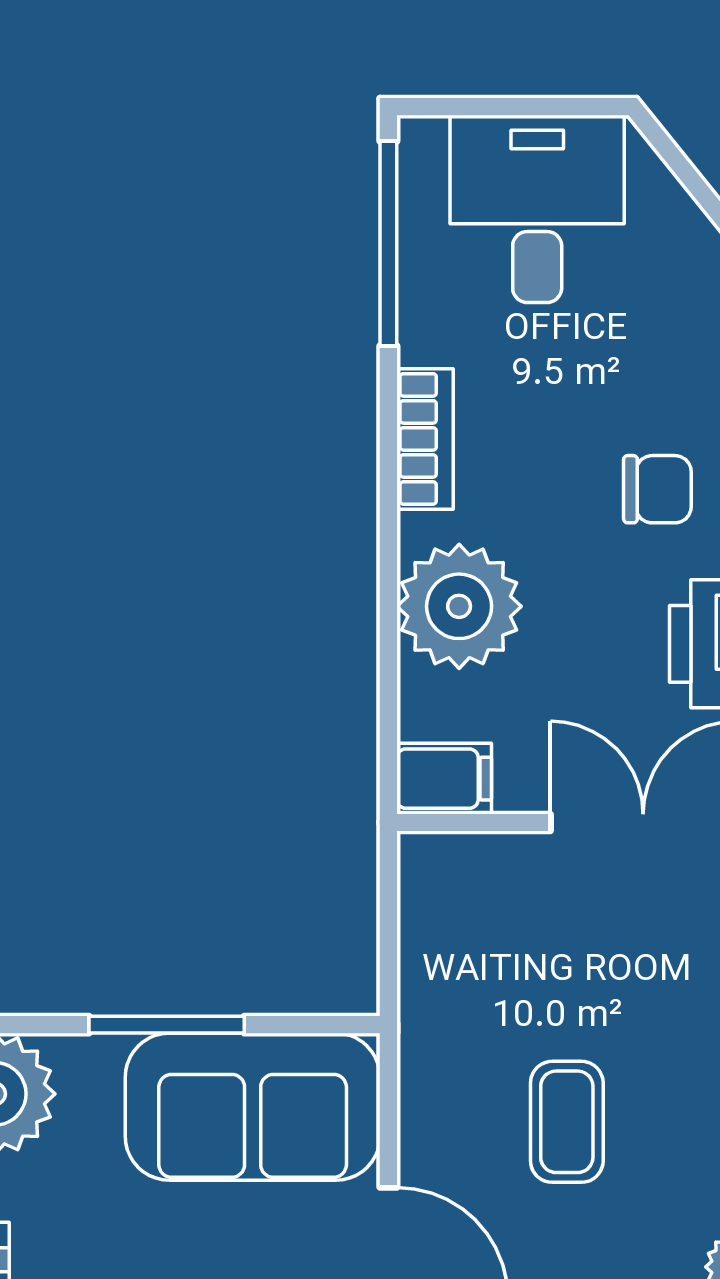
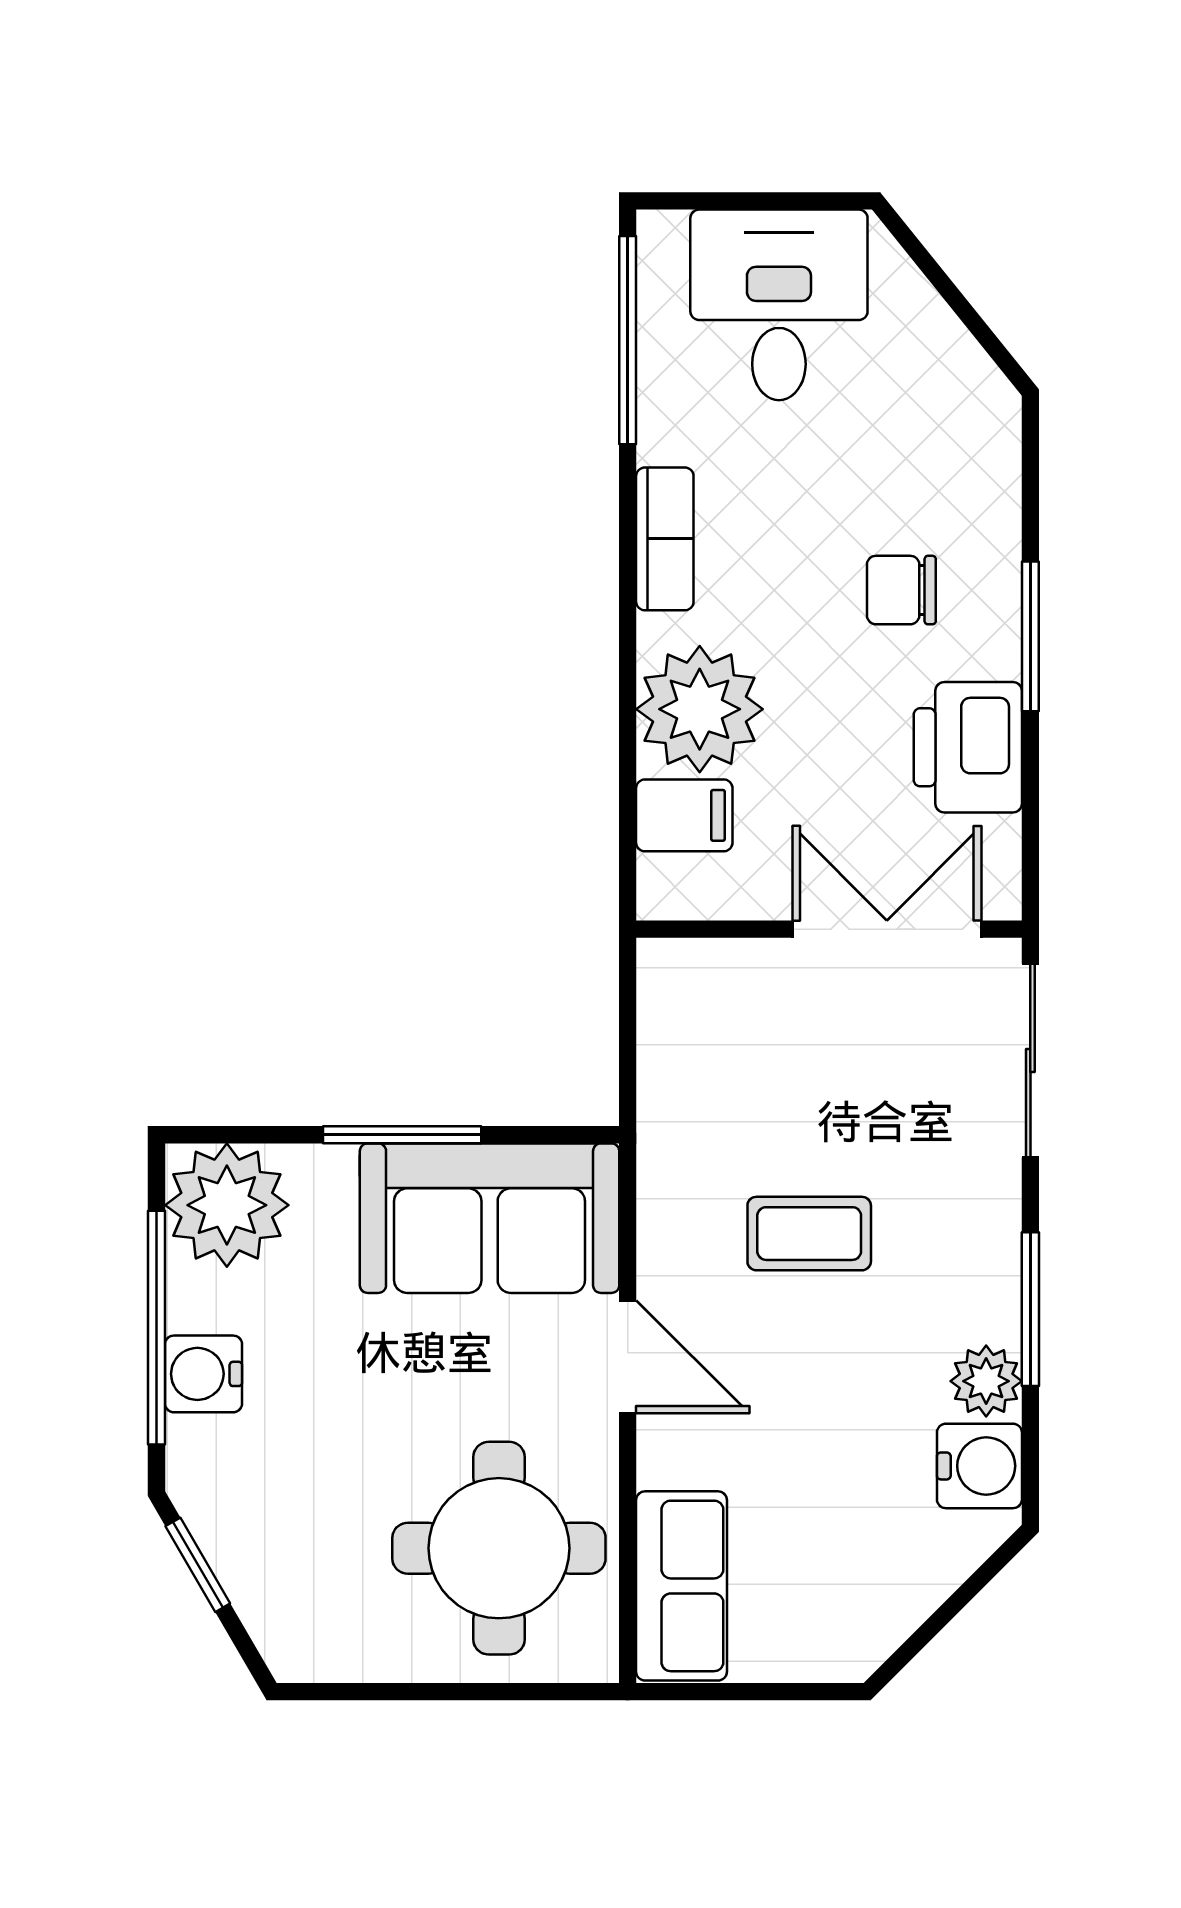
chair: (657, 489) -> (901, 590), turned 180
filing cabinet: (444, 779) -> (684, 815), moved
coffee table: (567, 1122) -> (809, 1234), turned 90

